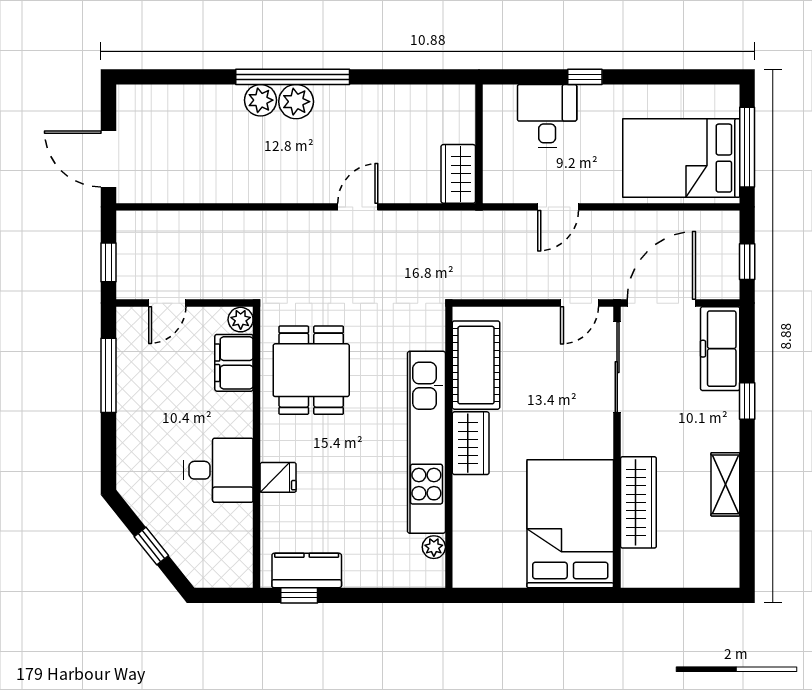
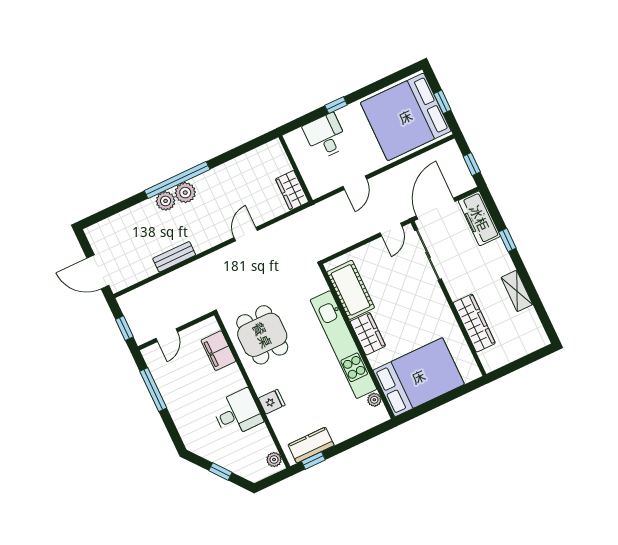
window: (747, 147) -> (442, 102), width x0.46
bed: (681, 158) -> (406, 117), width x1.36
bench: (234, 190) -> (174, 257), added
plant: (241, 320) -> (274, 460), moved
bed: (570, 524) -> (419, 377), moved, turned 90

